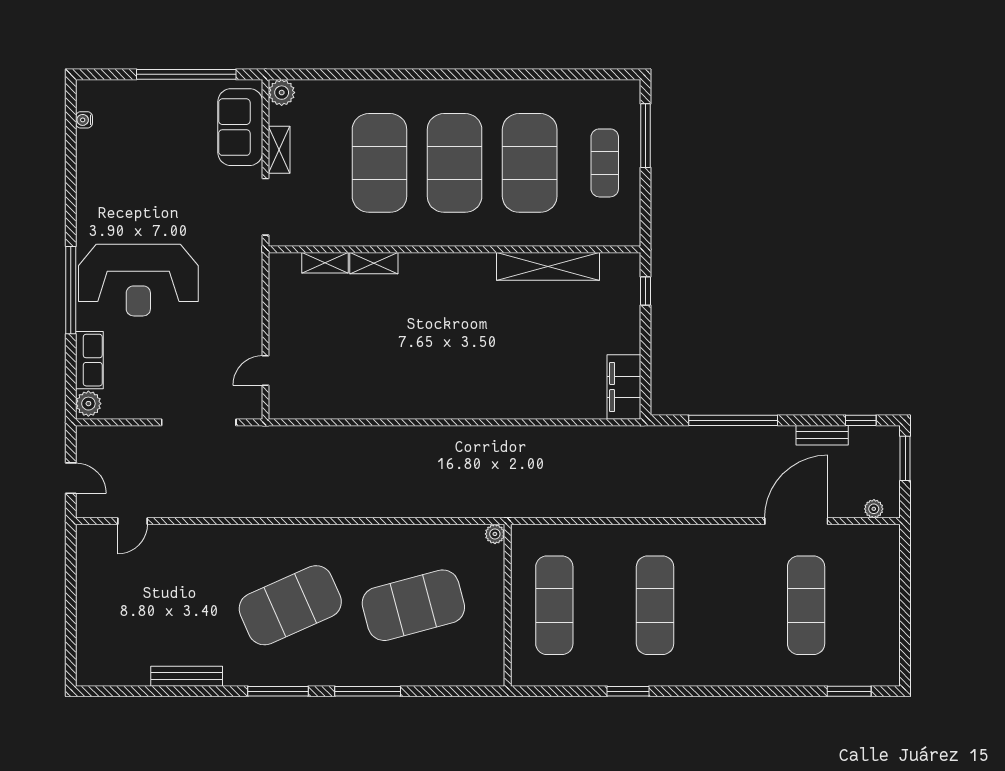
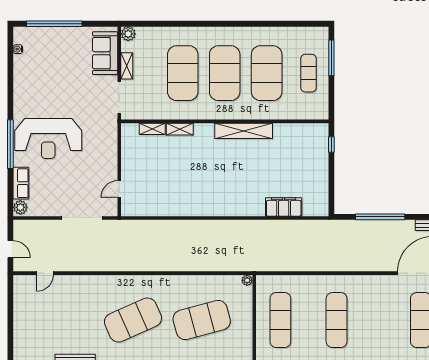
window: (186, 74) -> (54, 24), moved
shelving: (548, 266) -> (244, 131), moved
filing cabinet: (624, 387) -> (284, 207), moved, turned 90

